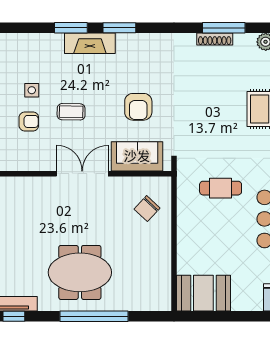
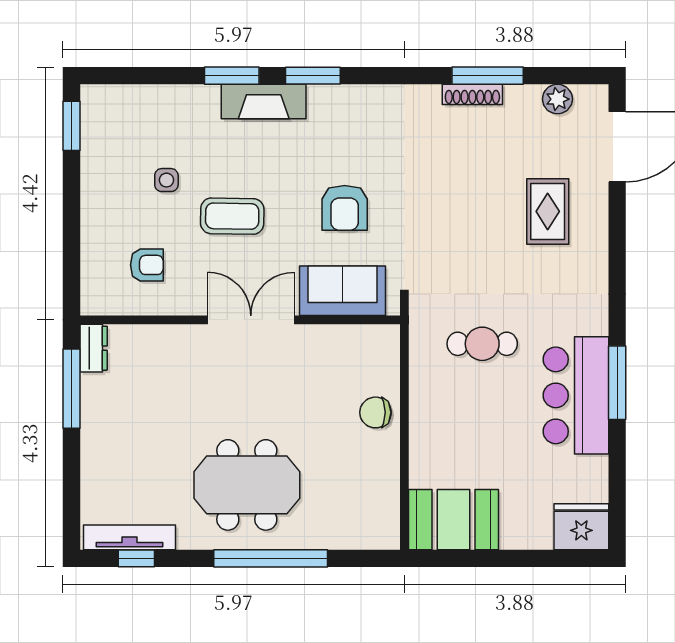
coffee table: (71, 112) -> (232, 216), width x1.36, depth x1.30
armchair: (29, 121) -> (147, 265), moved
chair: (147, 209) -> (375, 412), moved, turned 47

